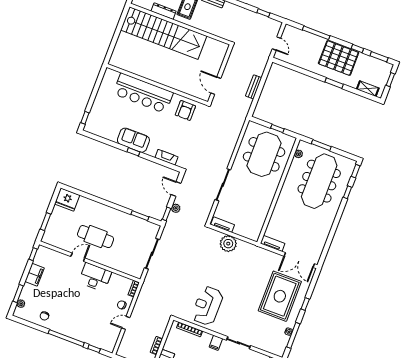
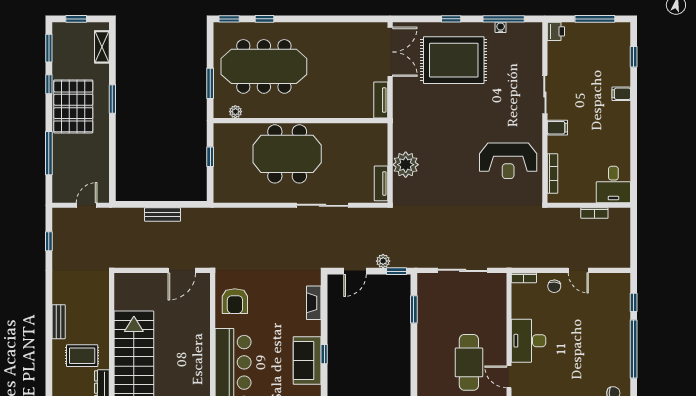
armchair: (185, 110) -> (235, 301), turned 90
meeting table: (264, 154) -> (287, 154), moved

